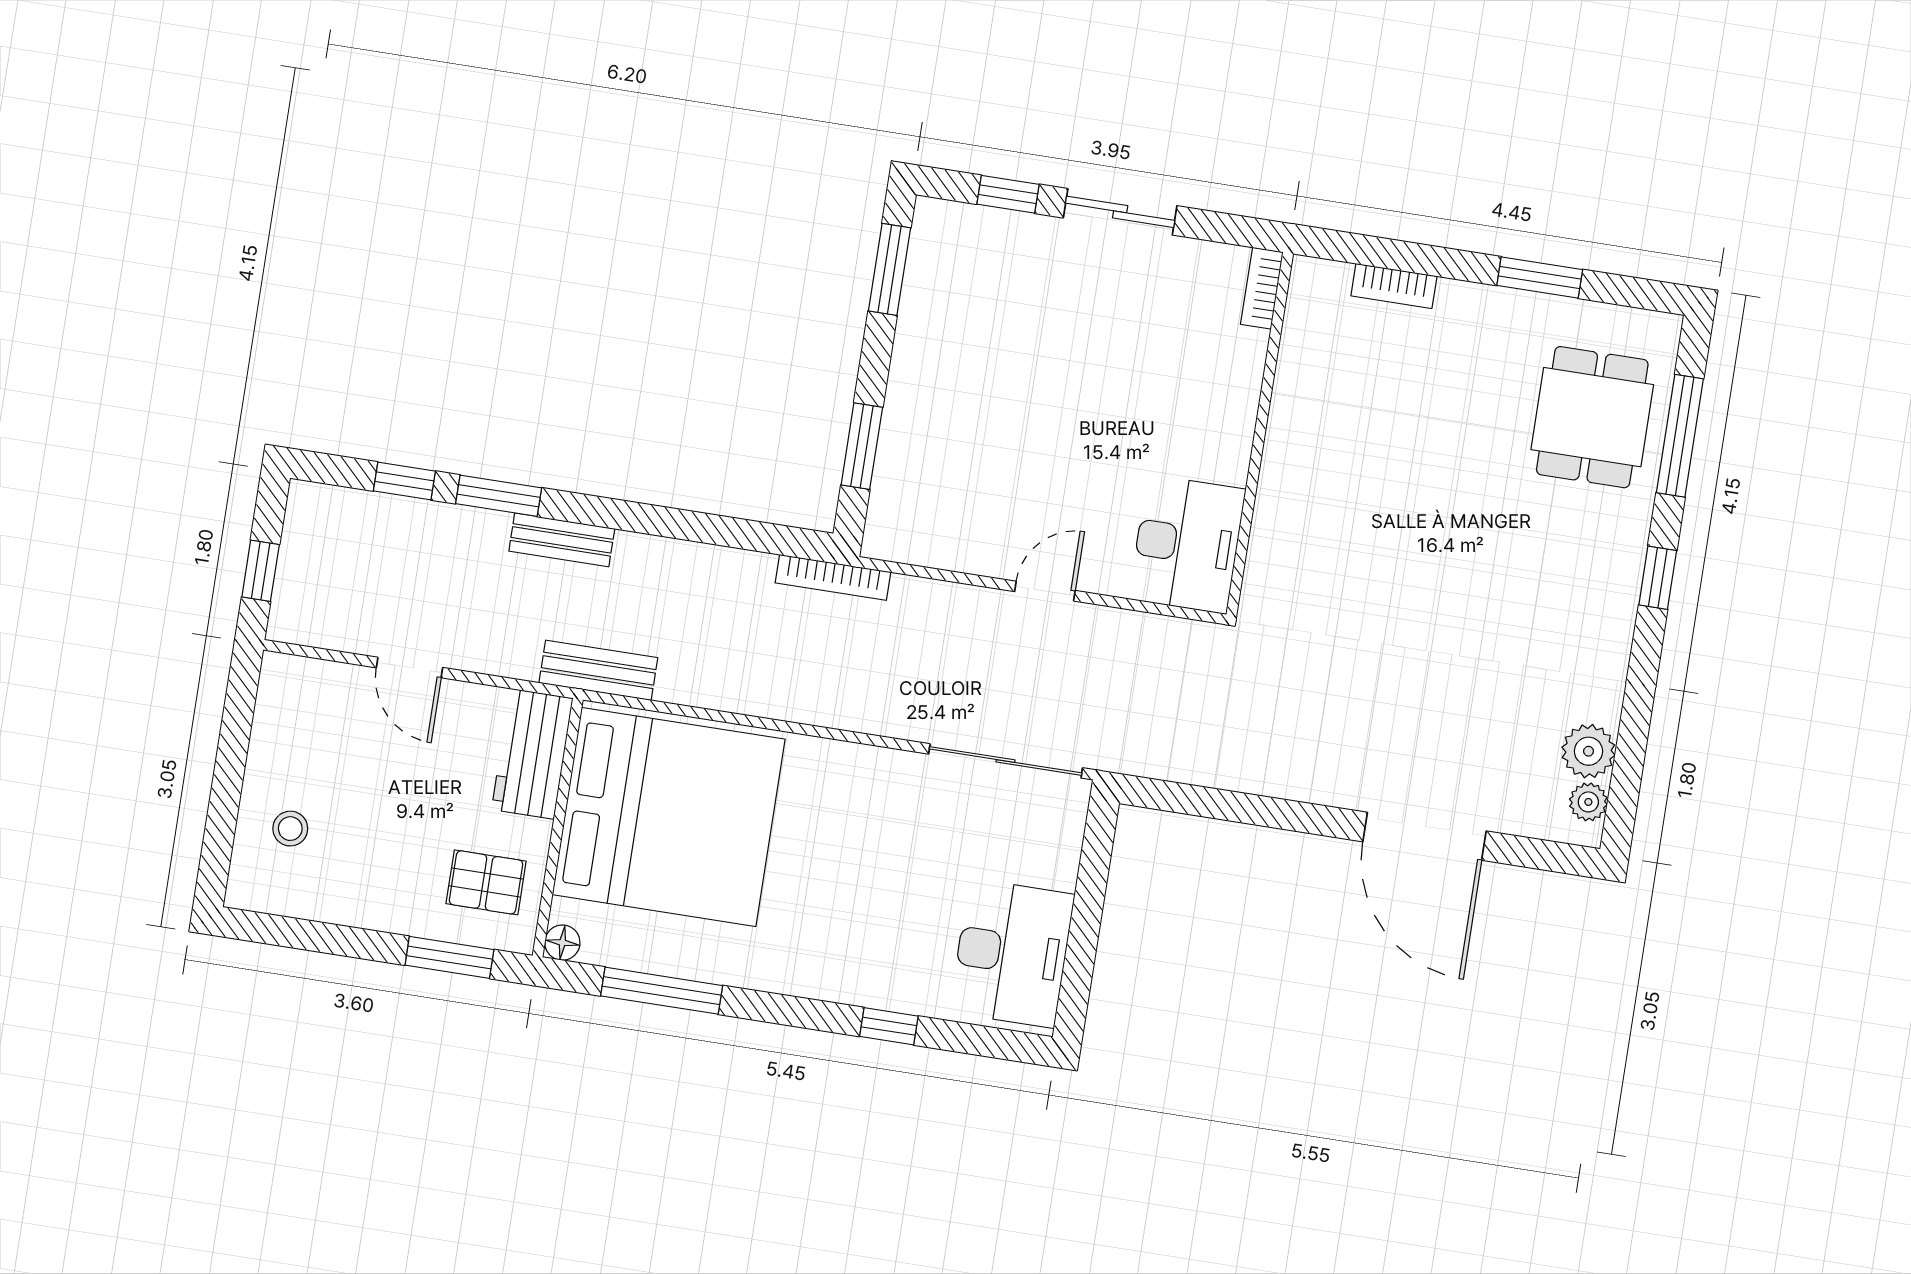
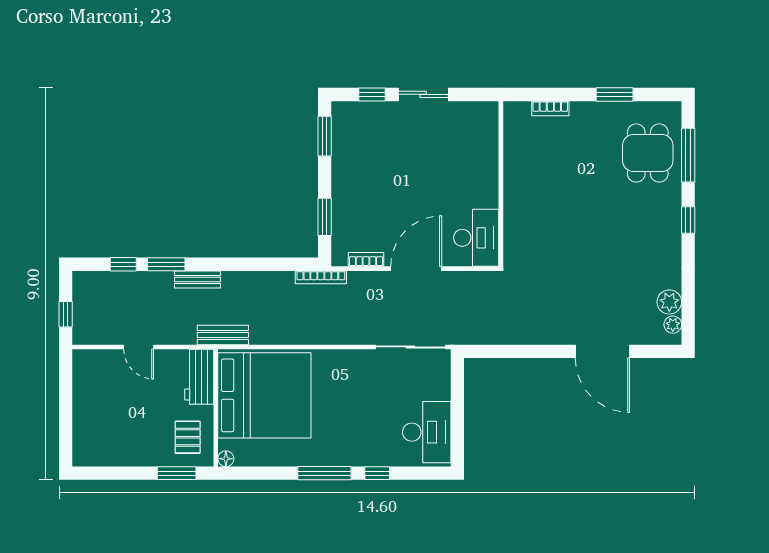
bookcase: (1262, 288) -> (366, 259), moved, turned 90
door: (1045, 591) -> (416, 269), width x1.87
stool: (290, 829) -> (97, 427), removed
pallet: (486, 882) -> (188, 437), turned 90
window: (662, 991) -> (324, 473), moved

